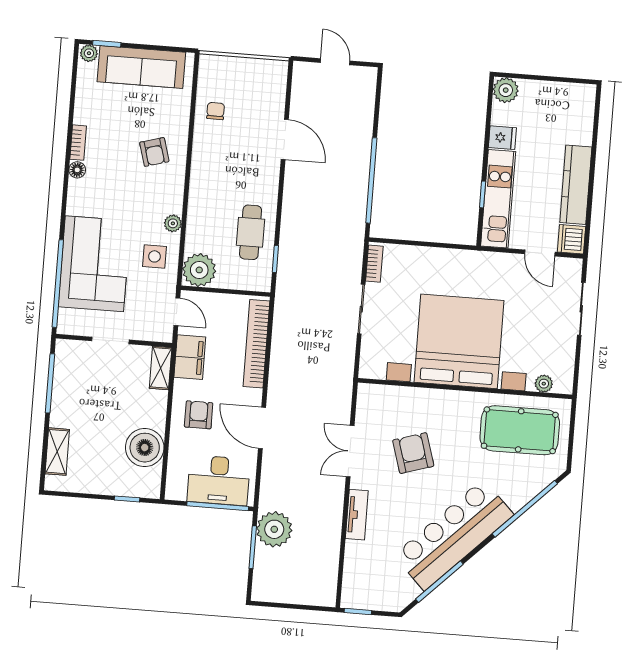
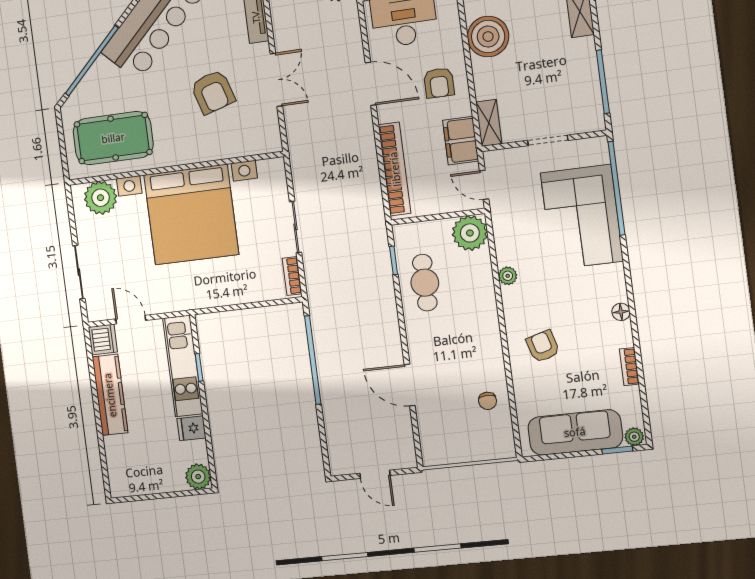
bookcase: (78, 143) -> (629, 367), moved
side table: (154, 256) -> (520, 238), removed
plant: (544, 384) -> (101, 198), width x1.87, depth x1.87

